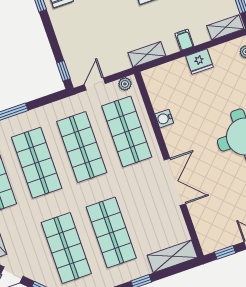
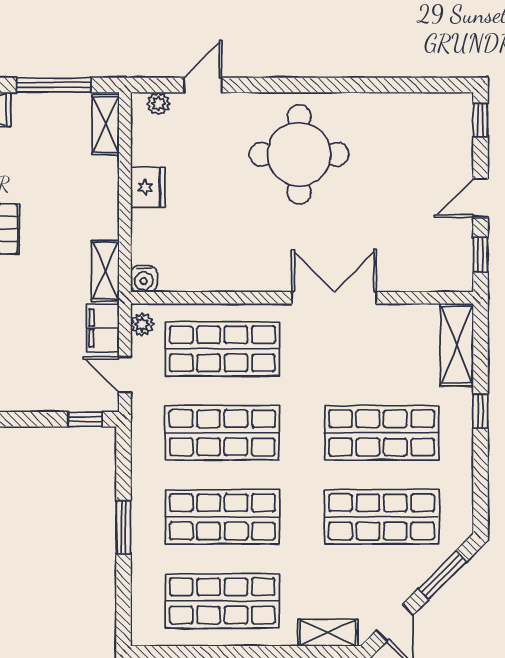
filing cabinet: (184, 40) -> (103, 328), moved, width x2.00
water cooler: (164, 119) -> (144, 279), moved

